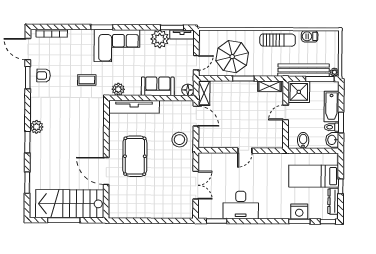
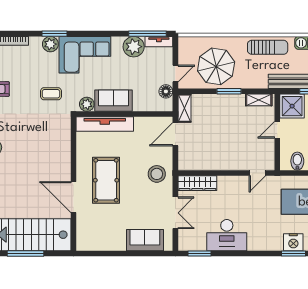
window: (102, 27) -> (55, 34), moved
window: (172, 27) -> (147, 34), width x1.44
plant: (87, 36) -> (50, 44), added
sofa: (158, 86) -> (114, 101), moved
floor lamp: (188, 90) -> (166, 91), moved
door: (196, 116) -> (175, 134), swing flipped
stool: (179, 140) -> (157, 174), moved
door: (245, 150) -> (257, 173), moved
wardrobe: (215, 159) -> (197, 183), added
sofa: (169, 209) -> (145, 240), added

